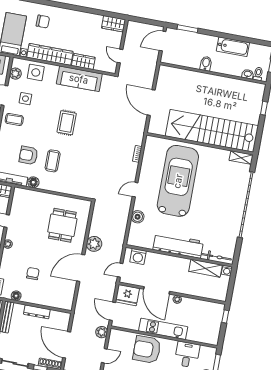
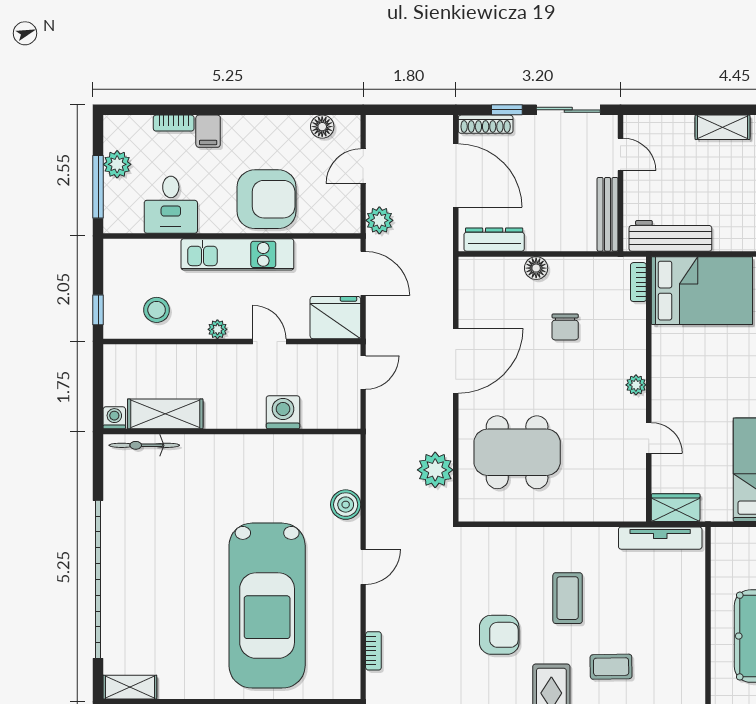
coffee table: (14, 119) -> (611, 667), moved
armchair: (28, 155) -> (499, 635), moved
floor lamp: (33, 182) -> (603, 540), removed
dining table: (62, 225) -> (517, 452), width x1.38
plant: (94, 244) -> (435, 470), moved
workbench: (178, 246) -> (239, 455), removed
washing machine: (138, 256) -> (283, 412), moved
door: (157, 290) -> (269, 341), width x0.53
floor lamp: (16, 296) -> (536, 268), moved
dresser: (37, 312) -> (494, 240), moved
stool: (201, 312) -> (157, 310), added

